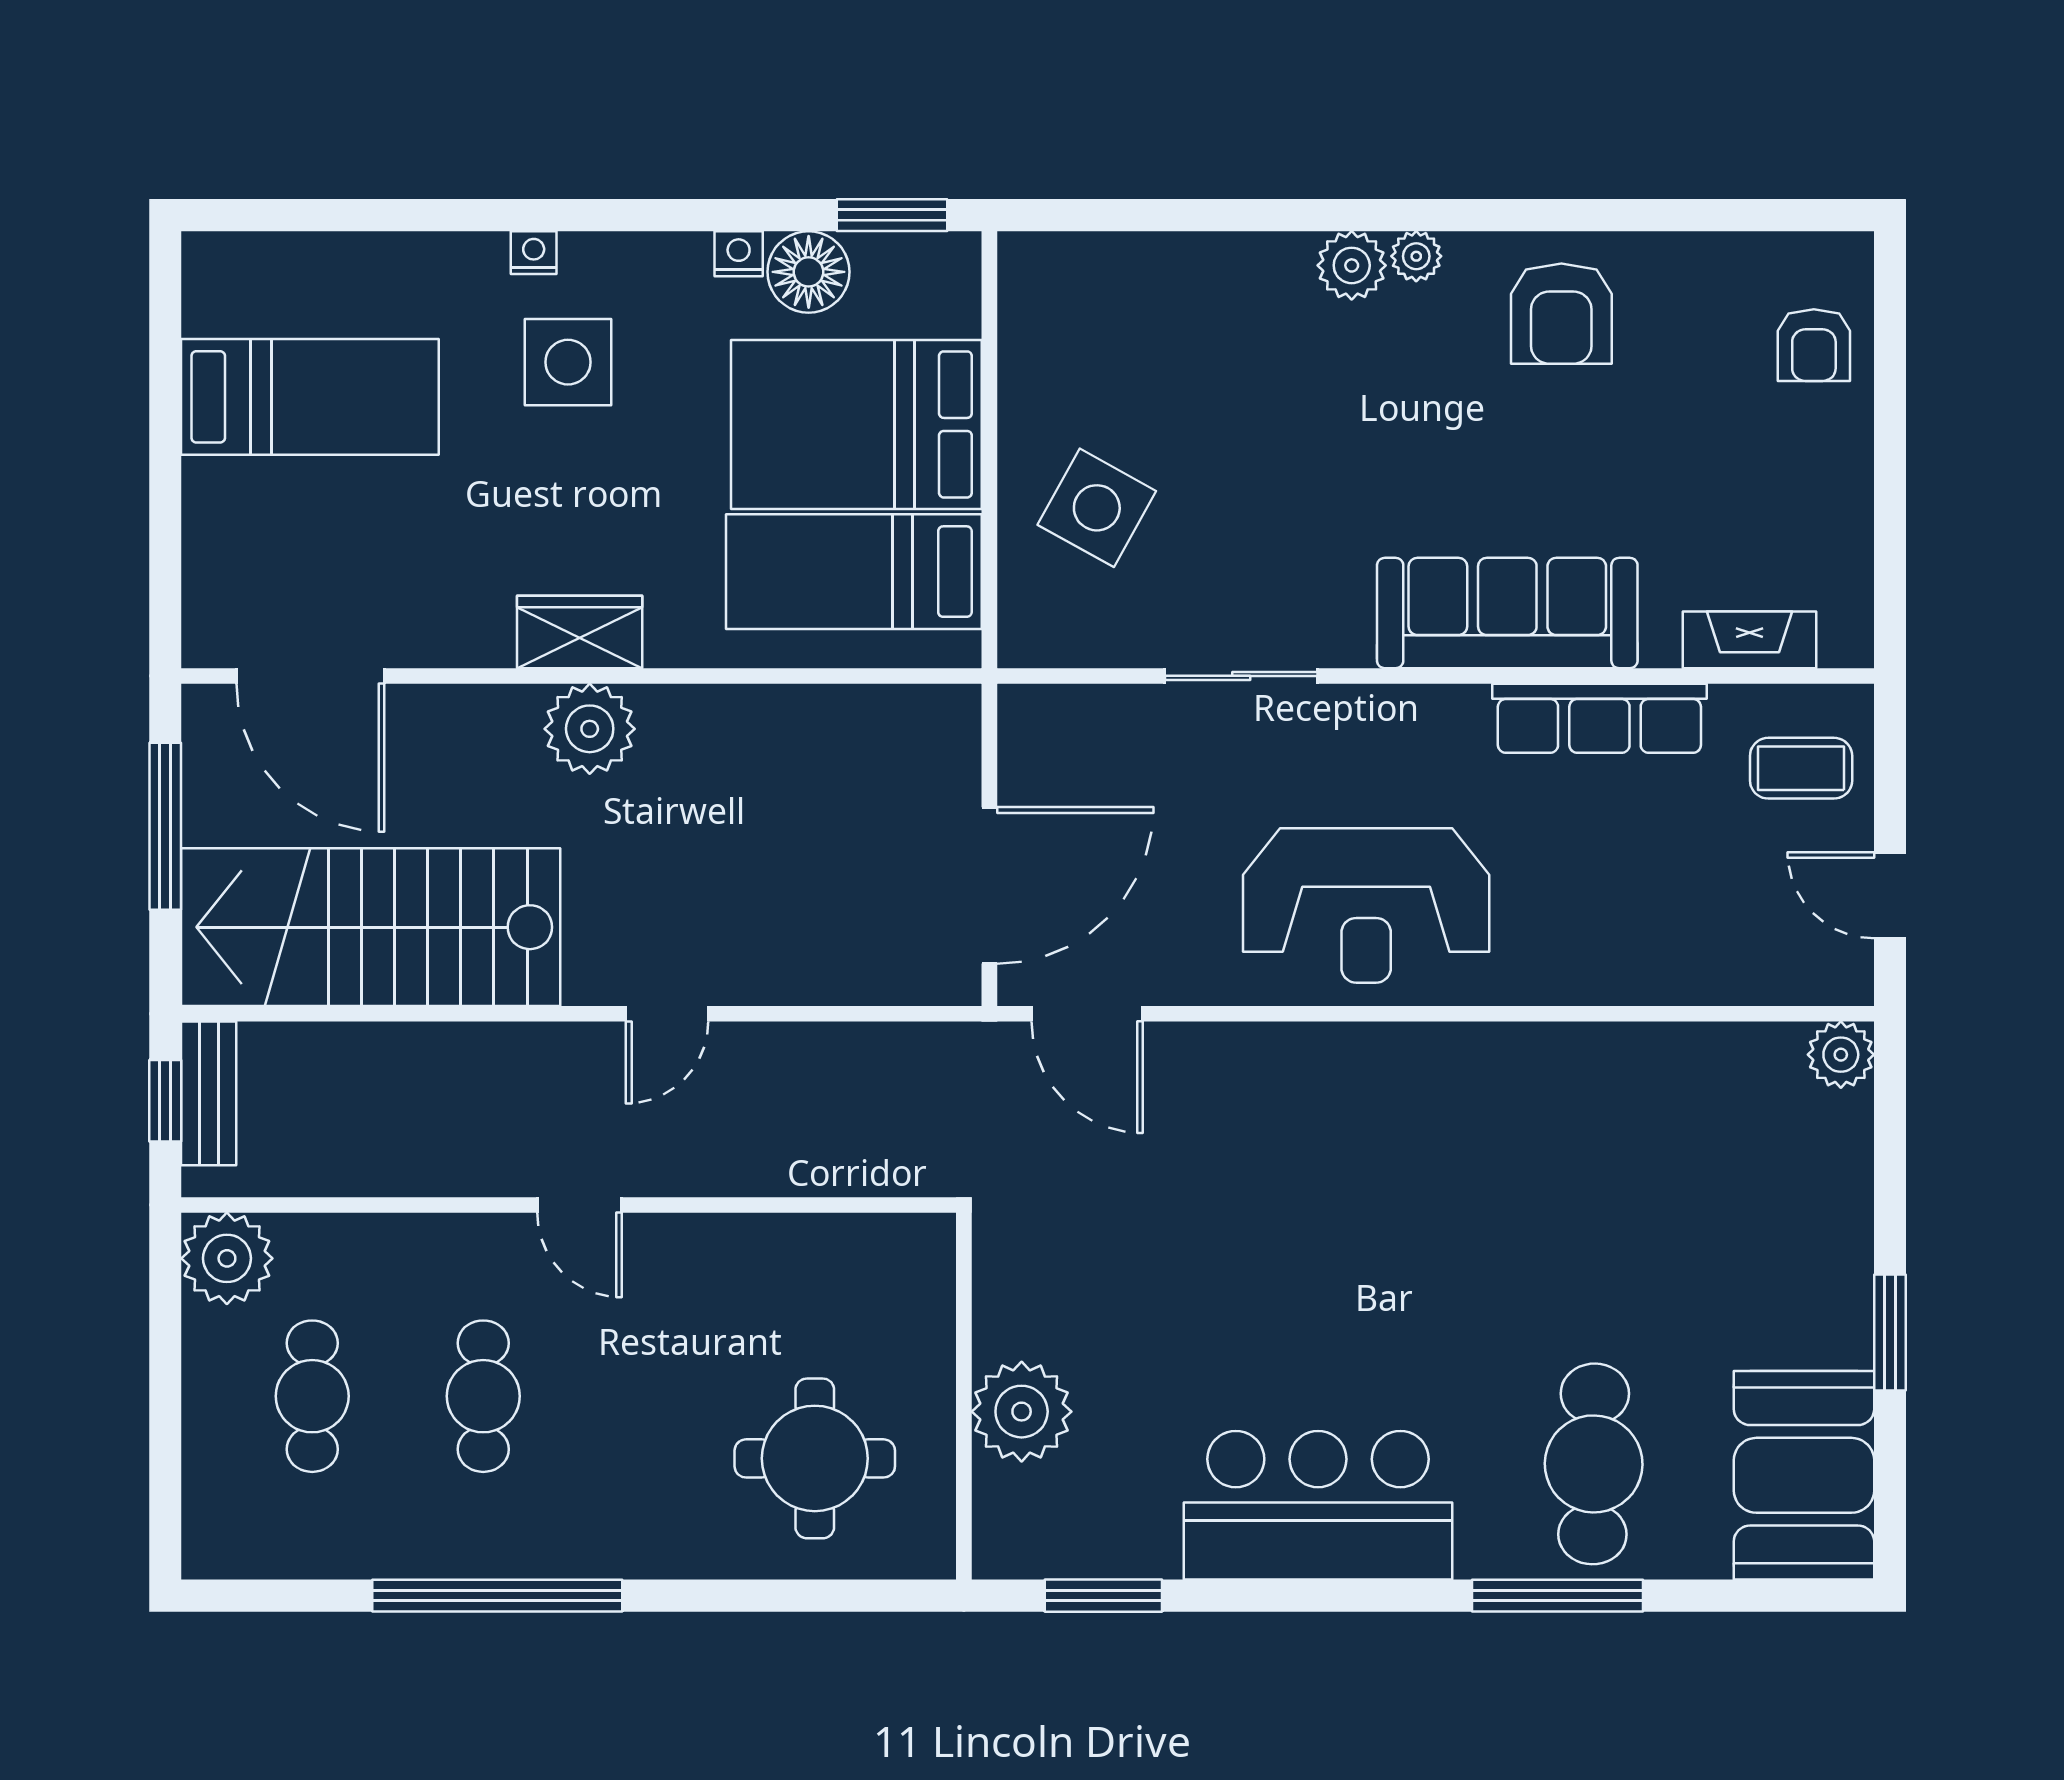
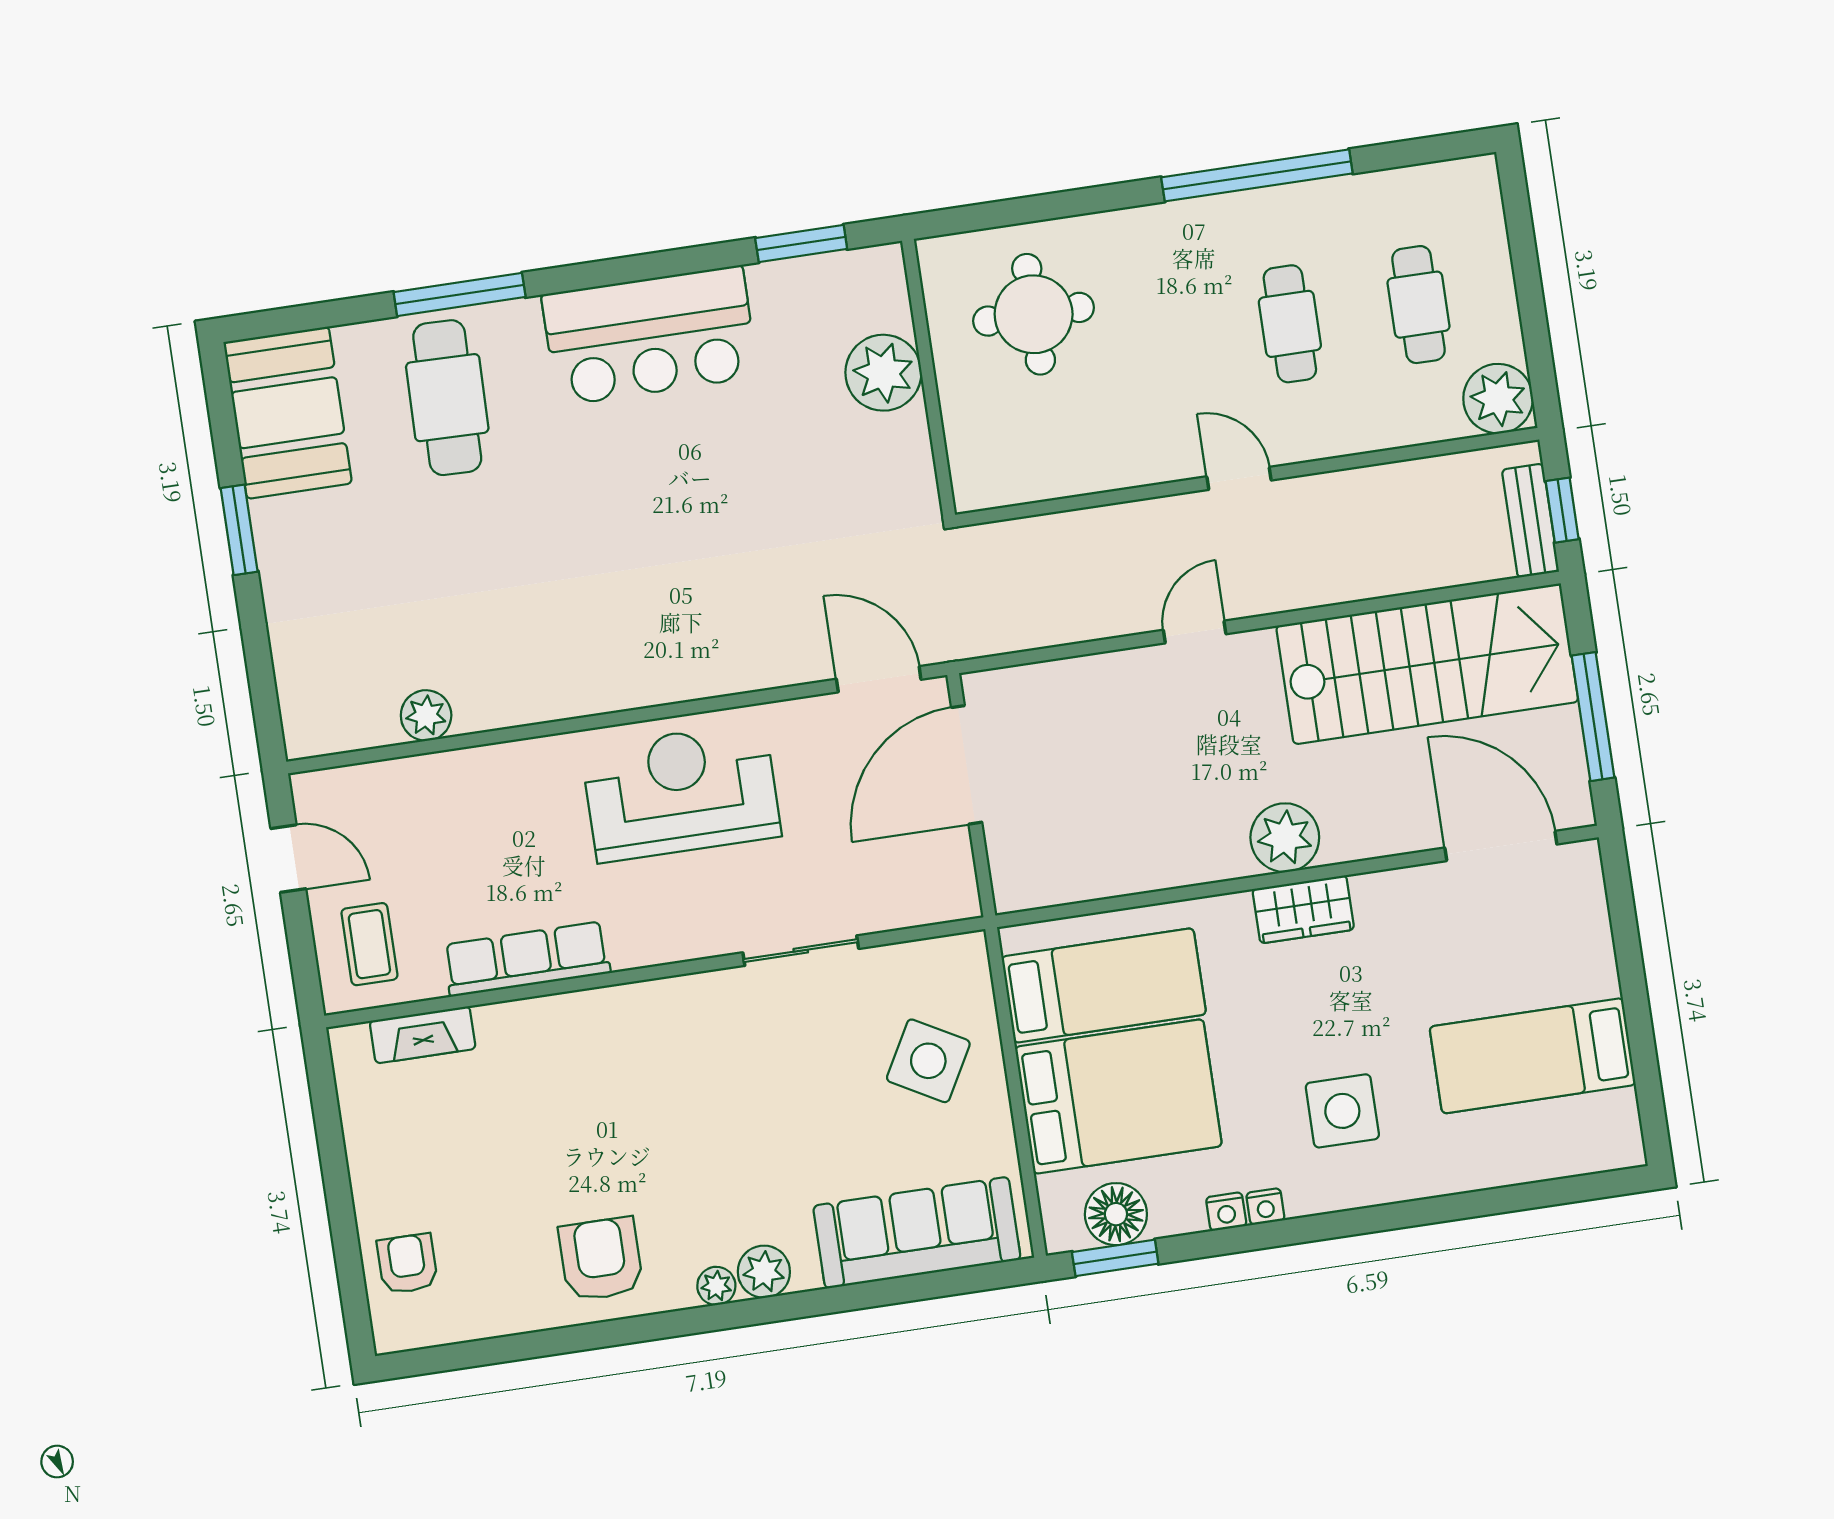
nightstand: (534, 253) -> (1265, 1207), moved
floor lamp: (809, 272) -> (1116, 1214), moved
sofa: (1507, 613) -> (917, 1233), moved, turned 180
coffee table: (1801, 768) -> (369, 944), turned 90
plant: (1841, 1055) -> (426, 715), moved

